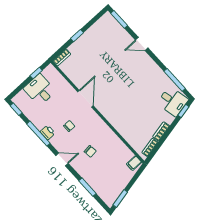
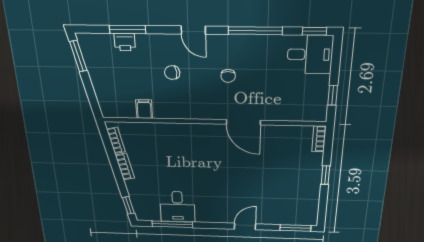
desk: (40, 90) -> (310, 55), moved
desk: (173, 101) -> (178, 207), moved, turned -78
printer: (48, 132) -> (125, 42), moved
door: (62, 159) -> (193, 30), hinge flipped
filing cabinet: (134, 163) -> (144, 109), moved

